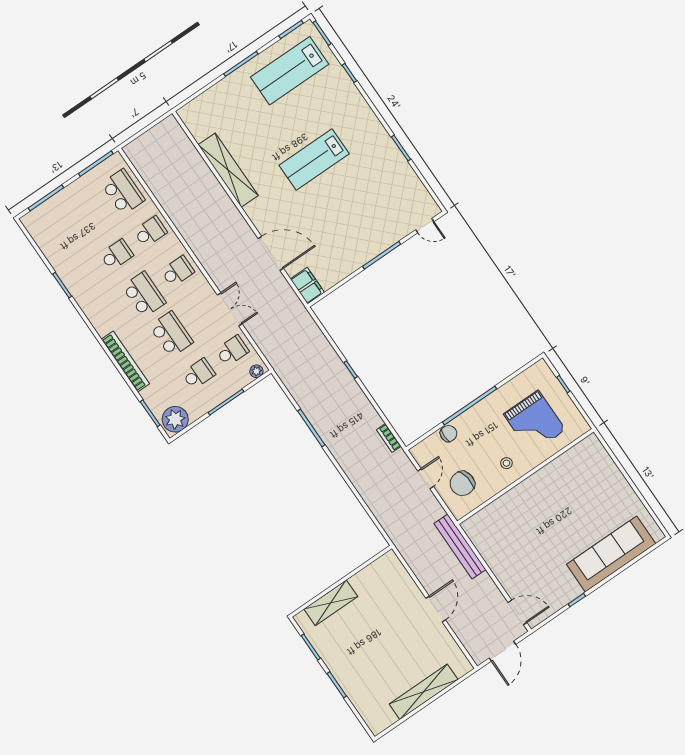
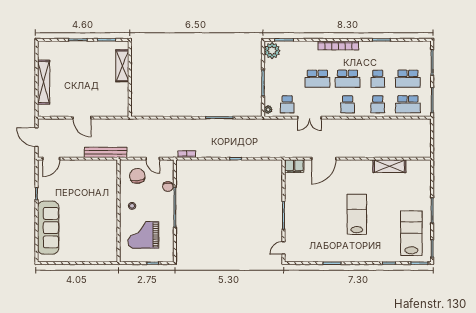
shelving: (228, 170) -> (389, 166), width x0.68
bookcase: (125, 361) -> (338, 45), moved
school desk: (199, 374) -> (408, 79), moved, width x1.85

